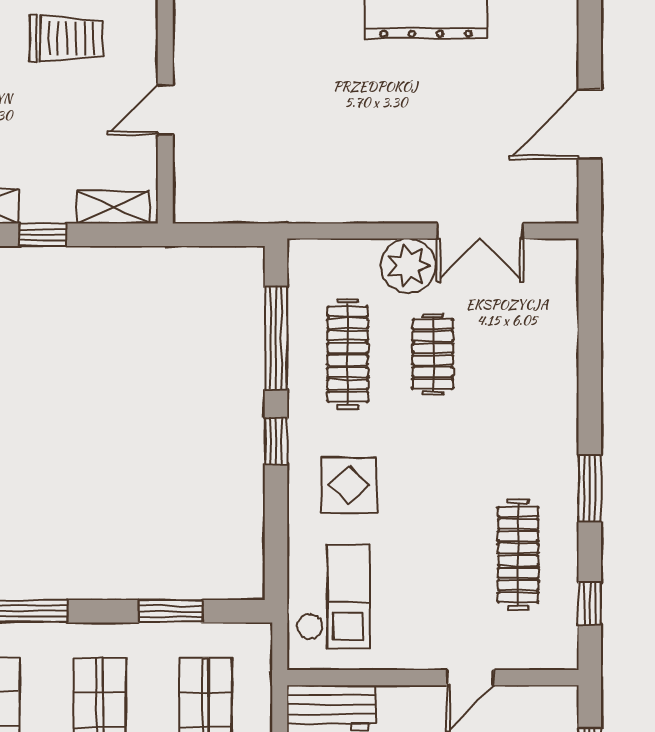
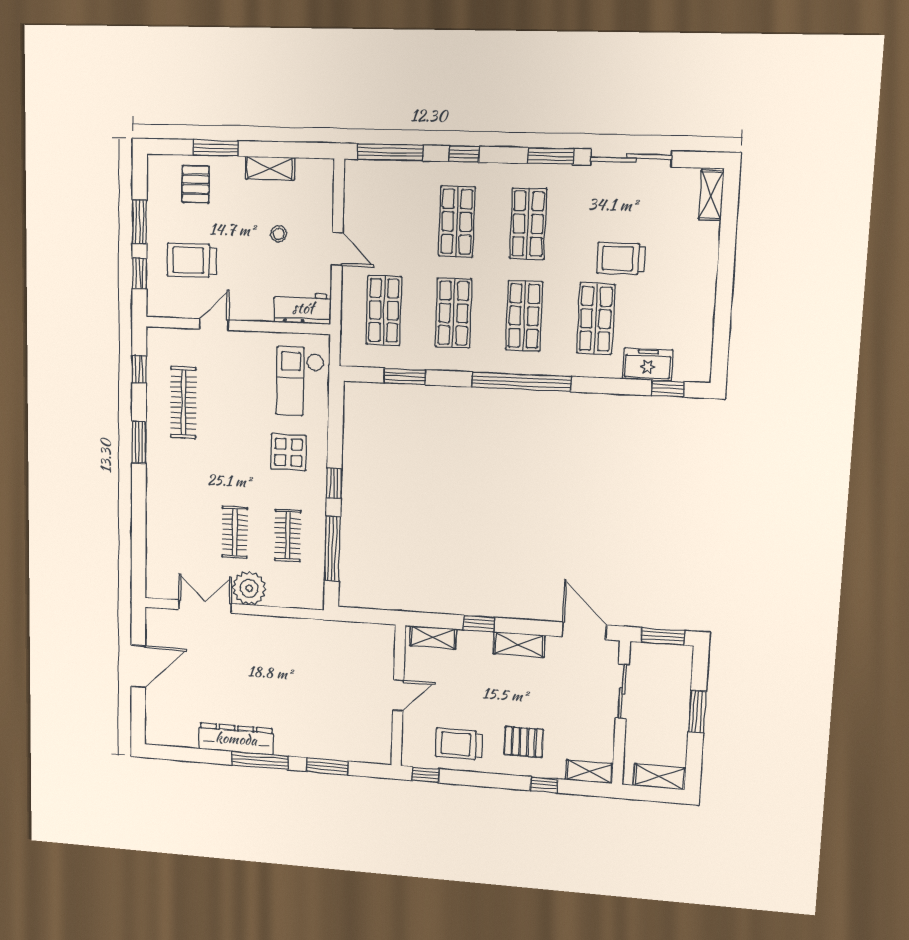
clothes rail: (348, 354) -> (288, 536), width x0.73

